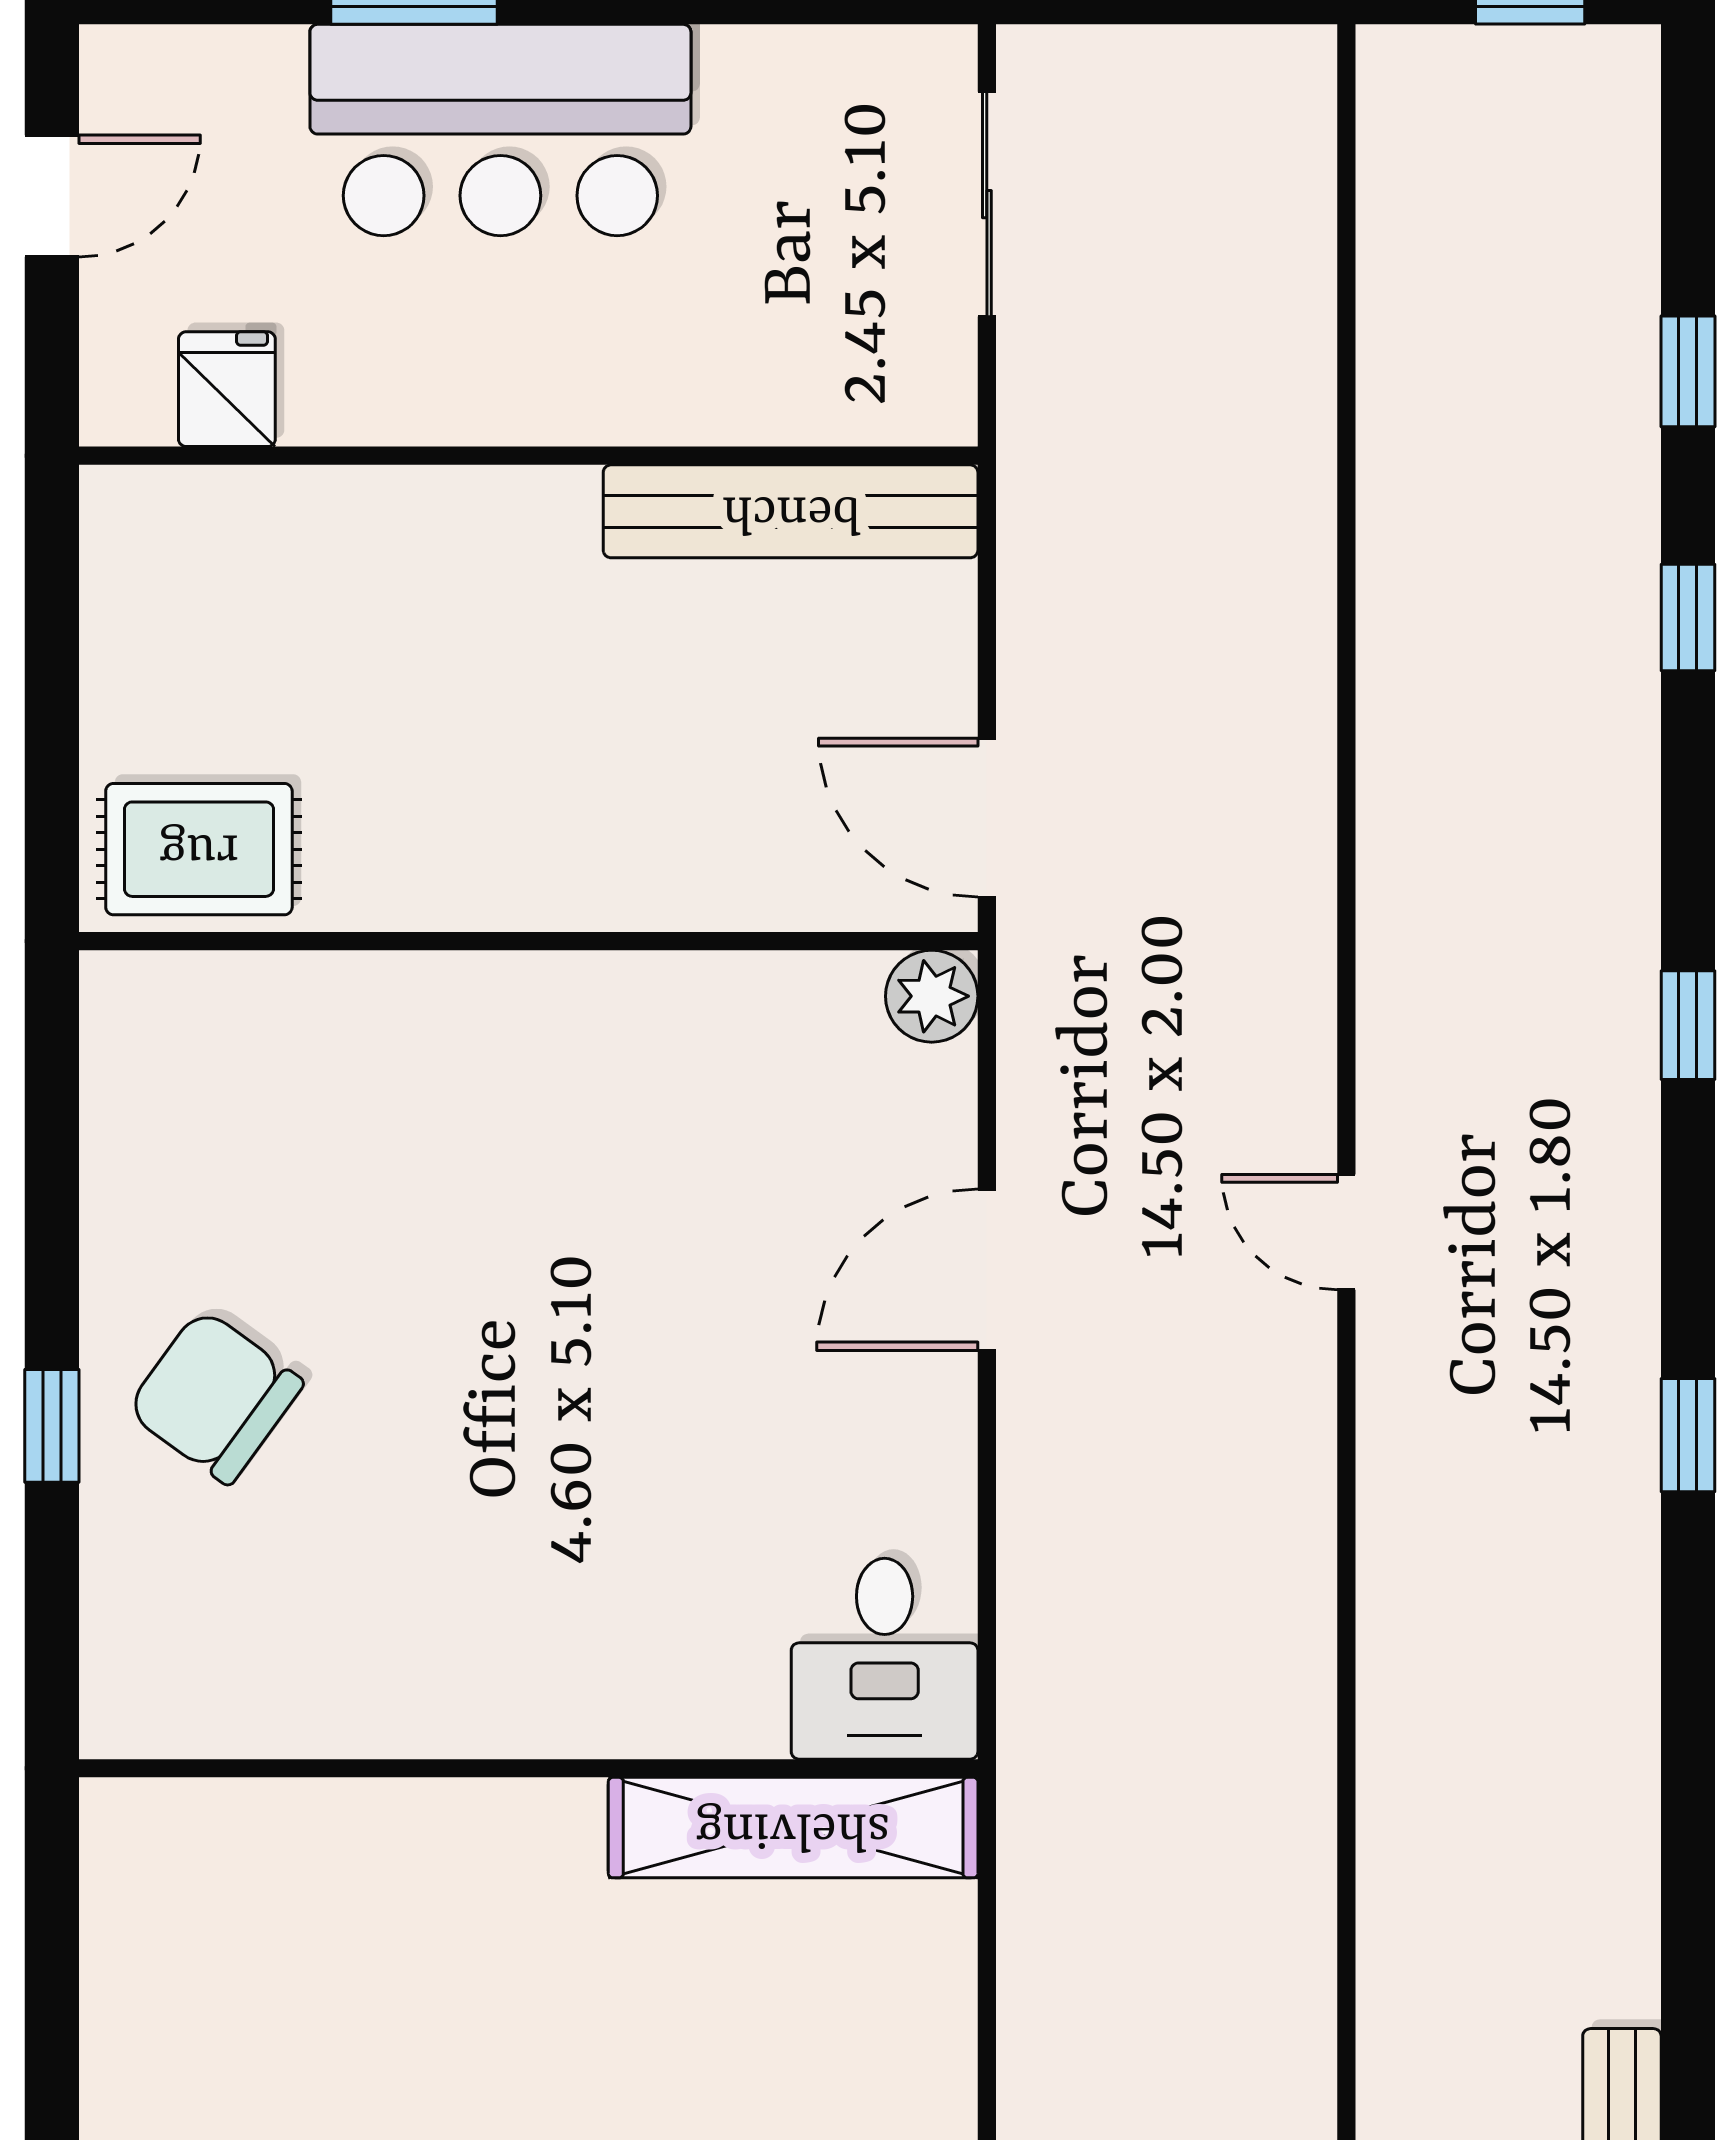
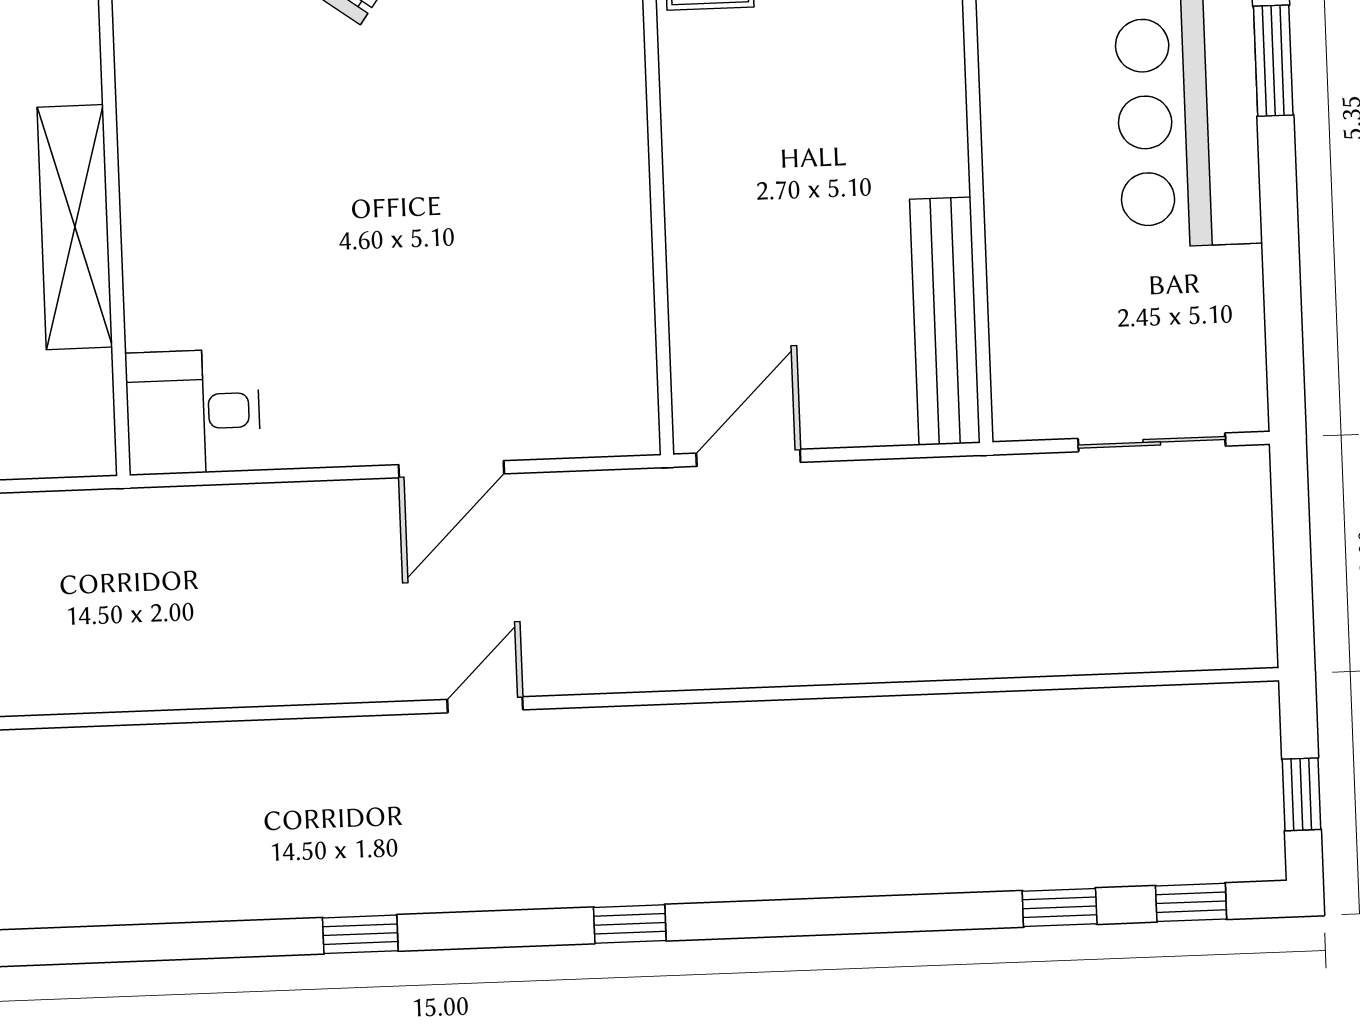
window: (1688, 617) -> (1191, 902), moved
plant: (932, 996) -> (630, 426), removed
door: (987, 1270) -> (451, 469), swing flipped
shelving: (793, 1828) -> (75, 227), moved

